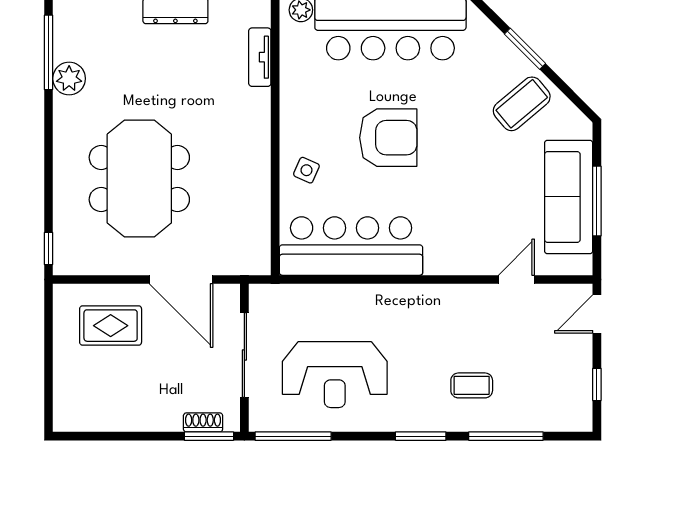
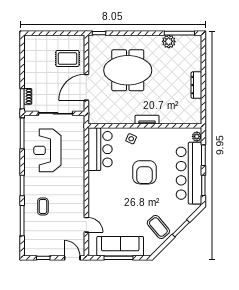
tv unit: (260, 57) -> (147, 120), moved
bar counter: (351, 246) -> (100, 149), width x0.73
rug: (111, 326) -> (67, 58), turned 90

